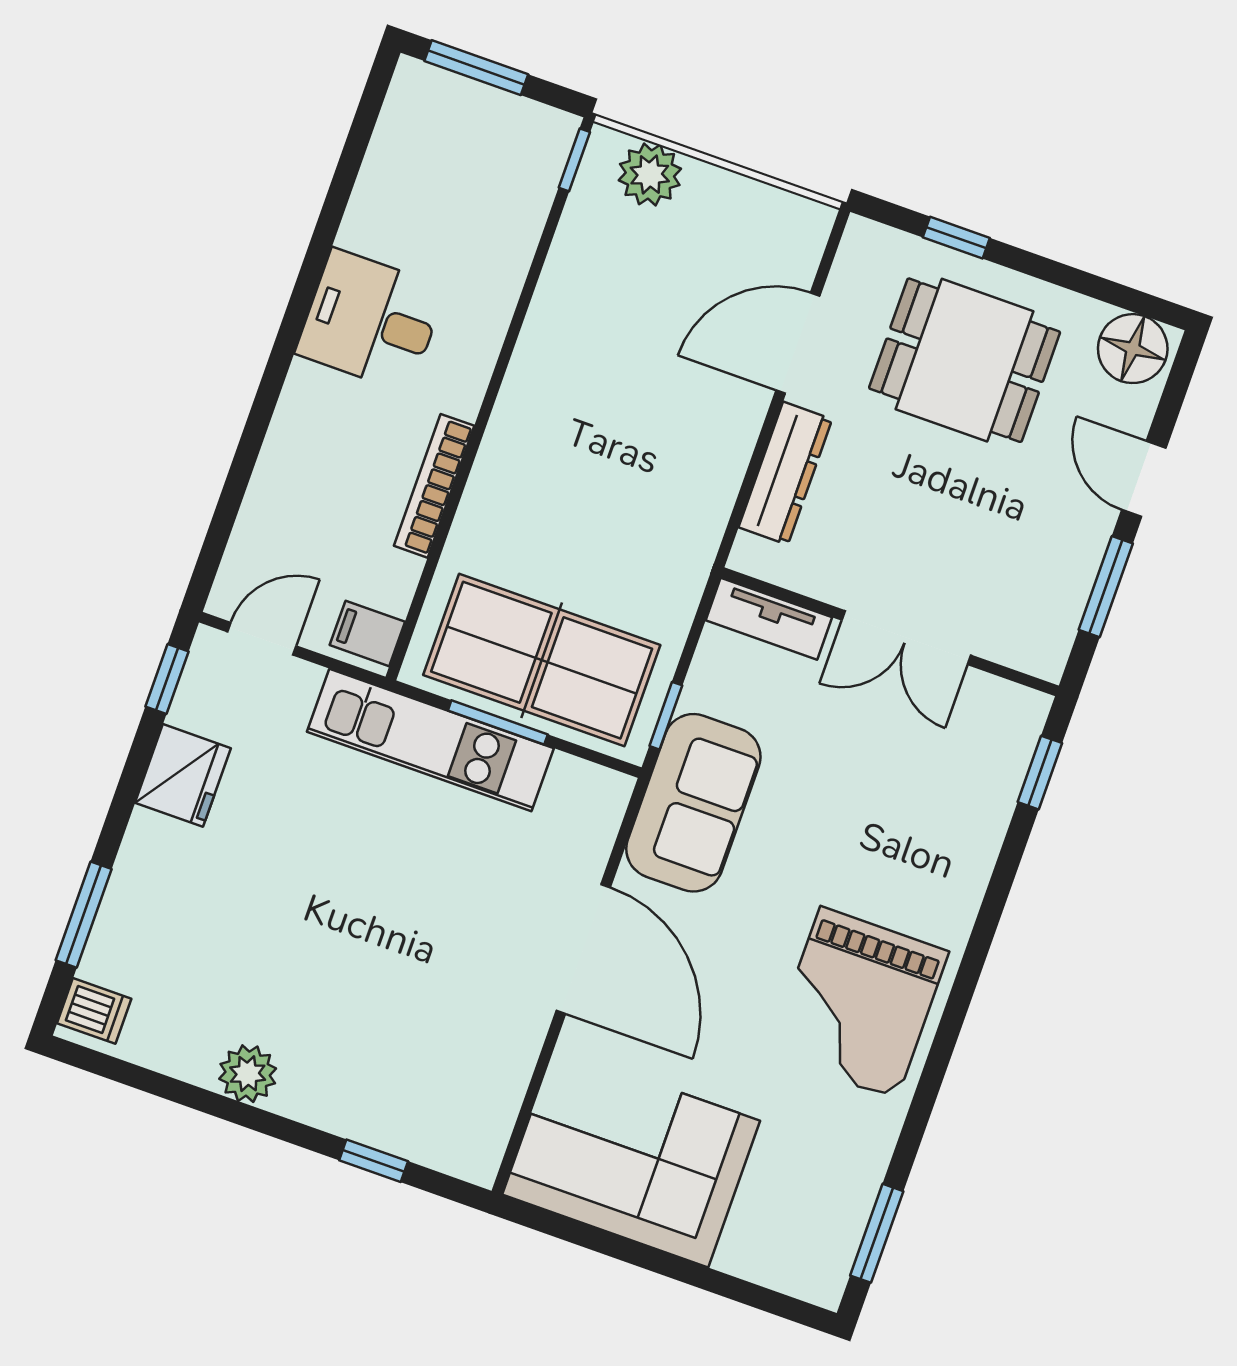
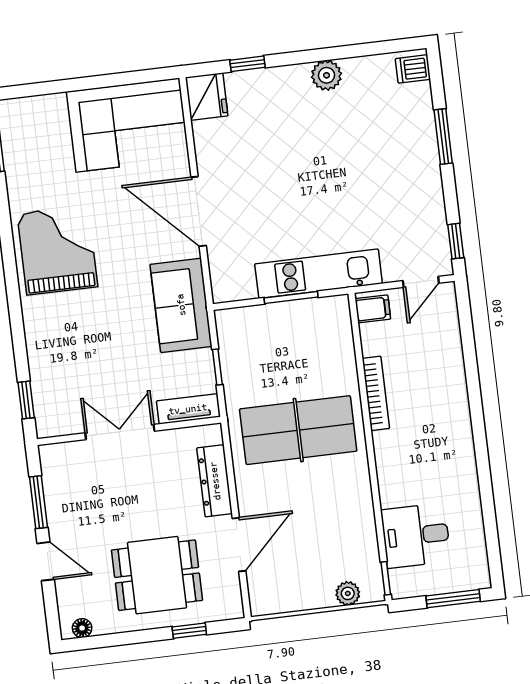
plant: (650, 175) -> (348, 593), width x0.73, depth x0.73
desk: (371, 321) -> (416, 535), moved, turned 180
floor lamp: (1133, 349) -> (82, 628), width x0.53, depth x0.53
table tennis table: (542, 660) -> (298, 430), moved
window: (666, 716) -> (217, 367), moved
fridge: (183, 775) -> (207, 97), moved, turned 180
window: (84, 915) -> (443, 136), moved

